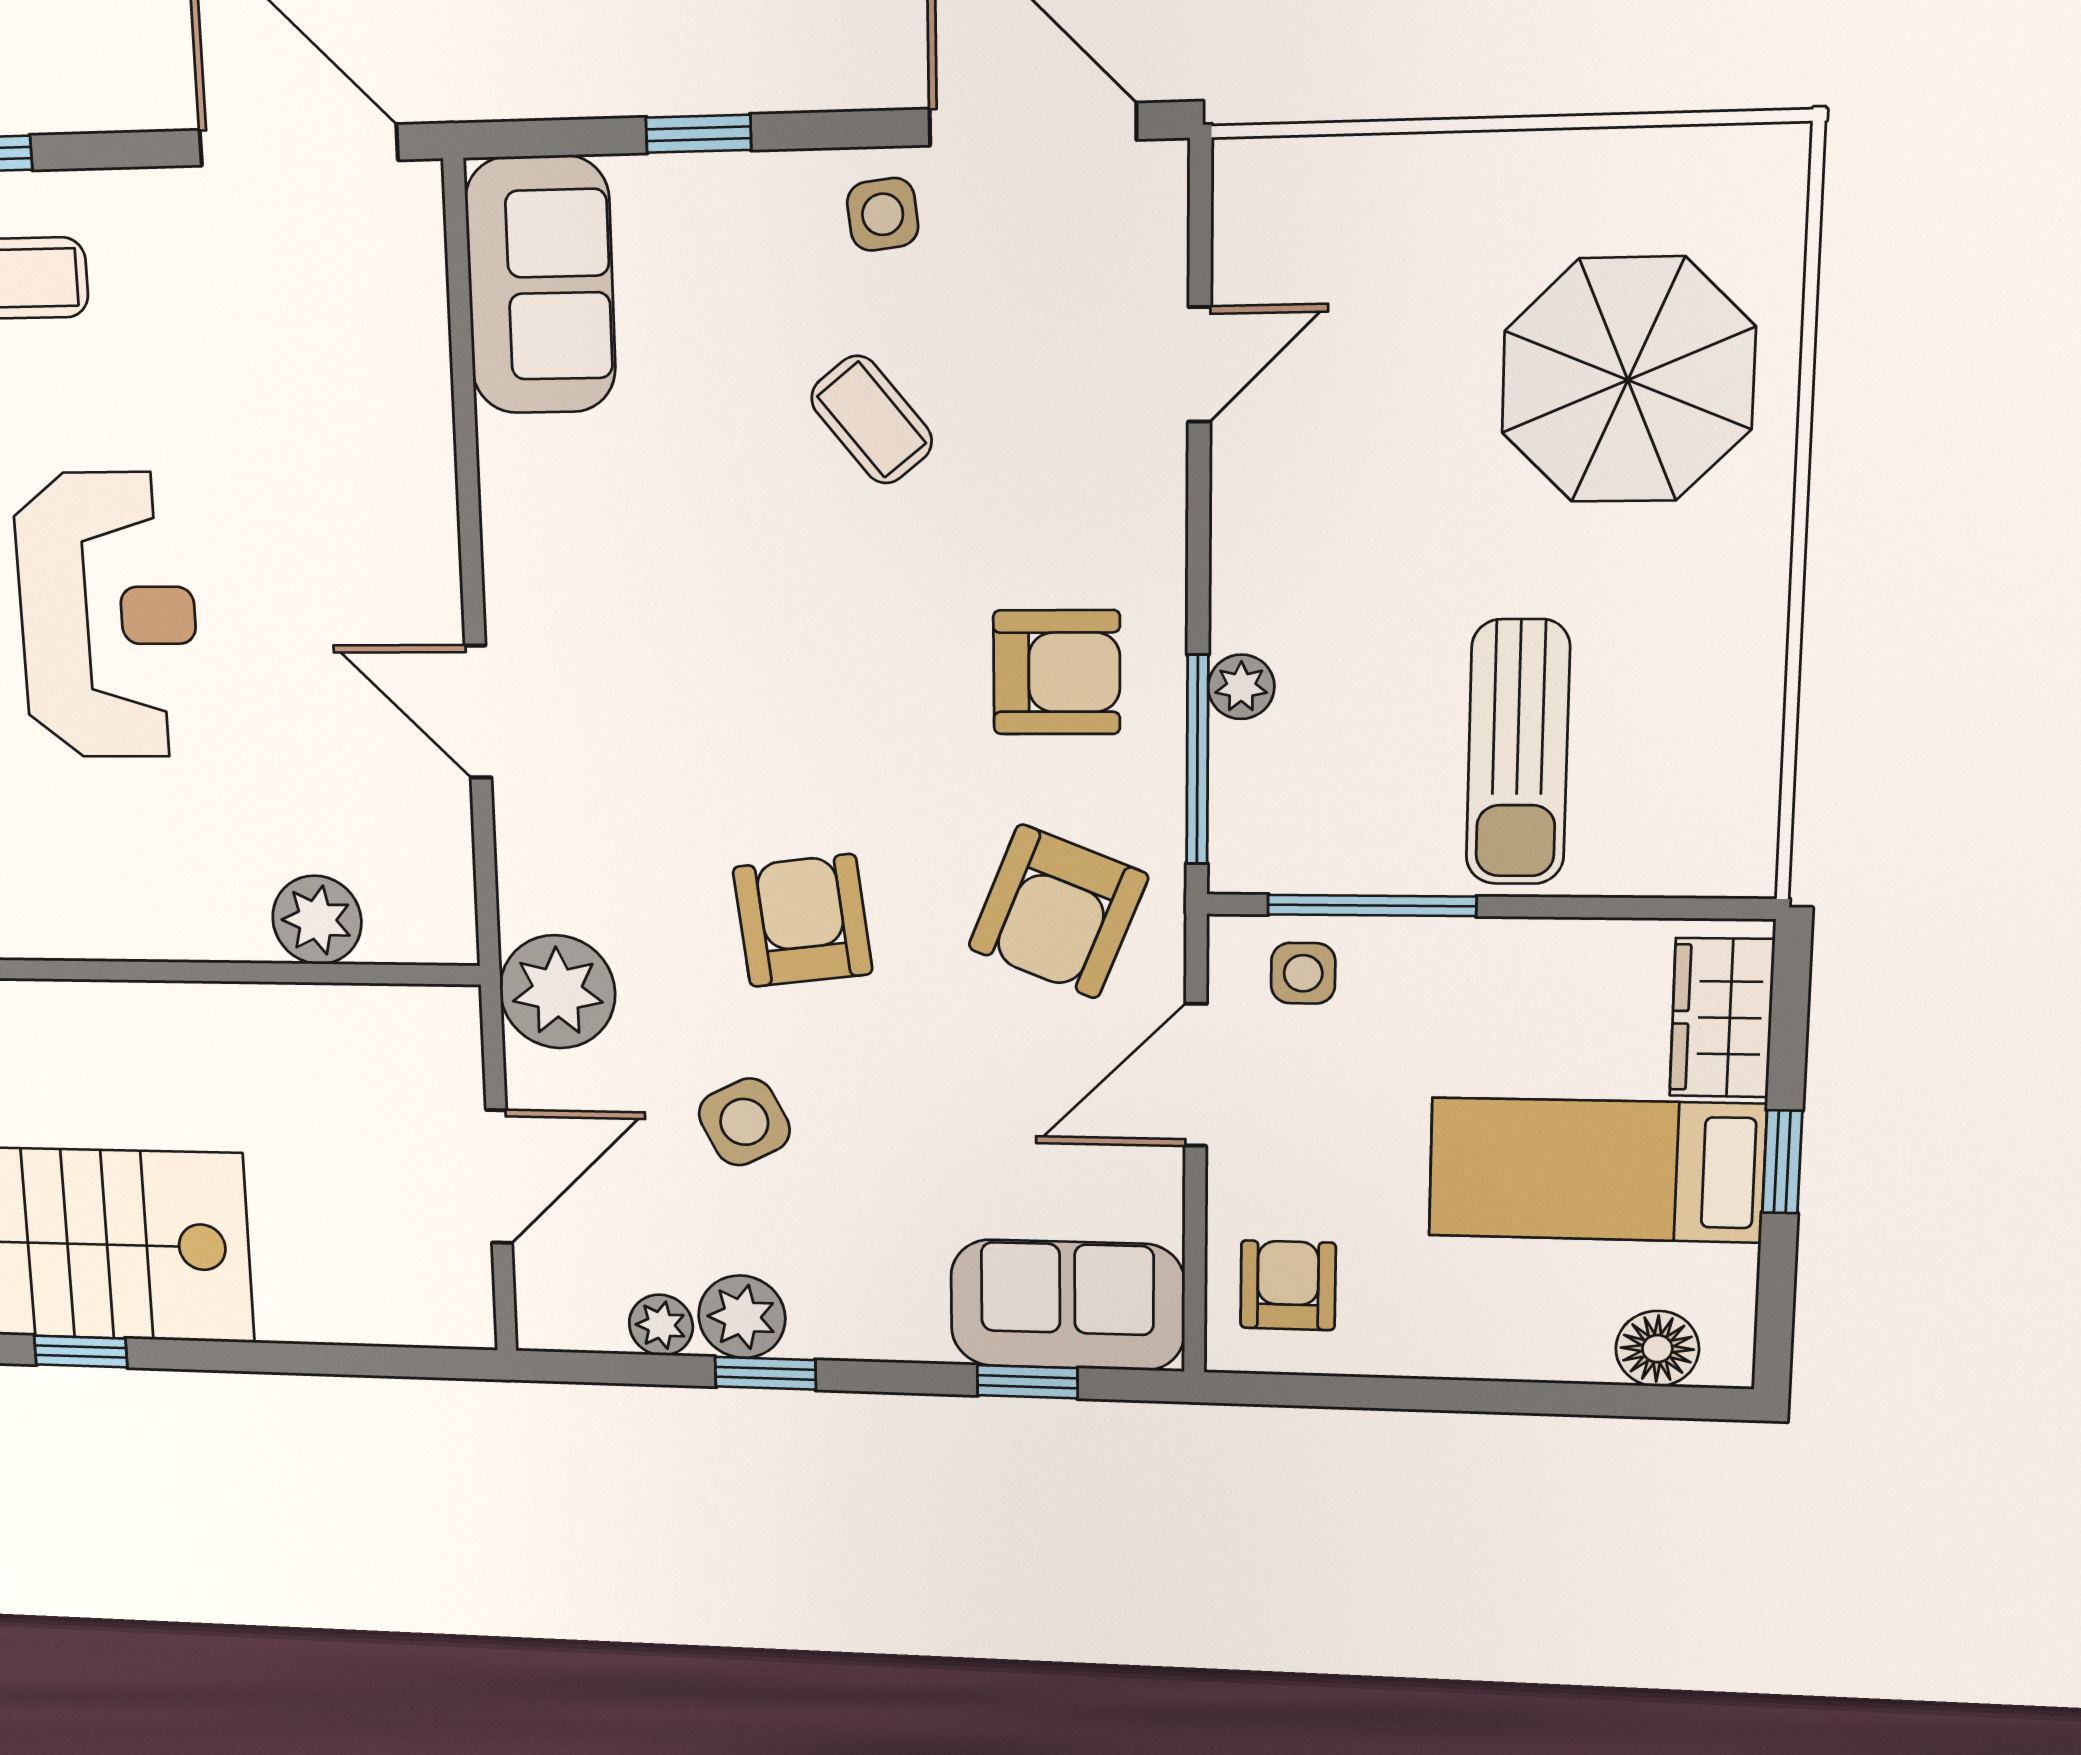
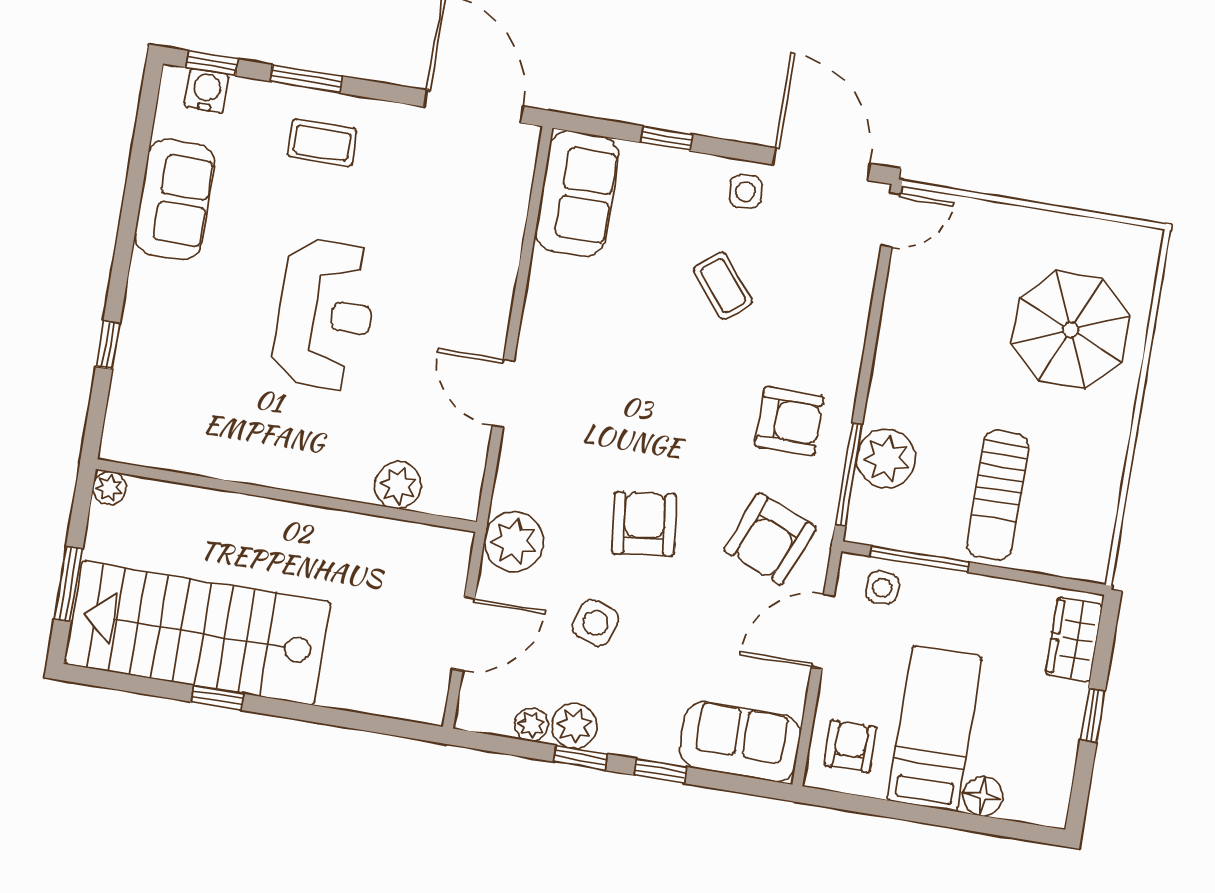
door: (1200, 364) -> (891, 220), moved
plant: (1241, 687) -> (886, 458), width x1.88, depth x1.88
side table: (744, 1122) -> (595, 623), turned 45
bed: (1596, 1170) -> (935, 728), moved, turned 90
floor lamp: (1657, 1349) -> (983, 796), moved
window: (1027, 1382) -> (660, 771), moved

